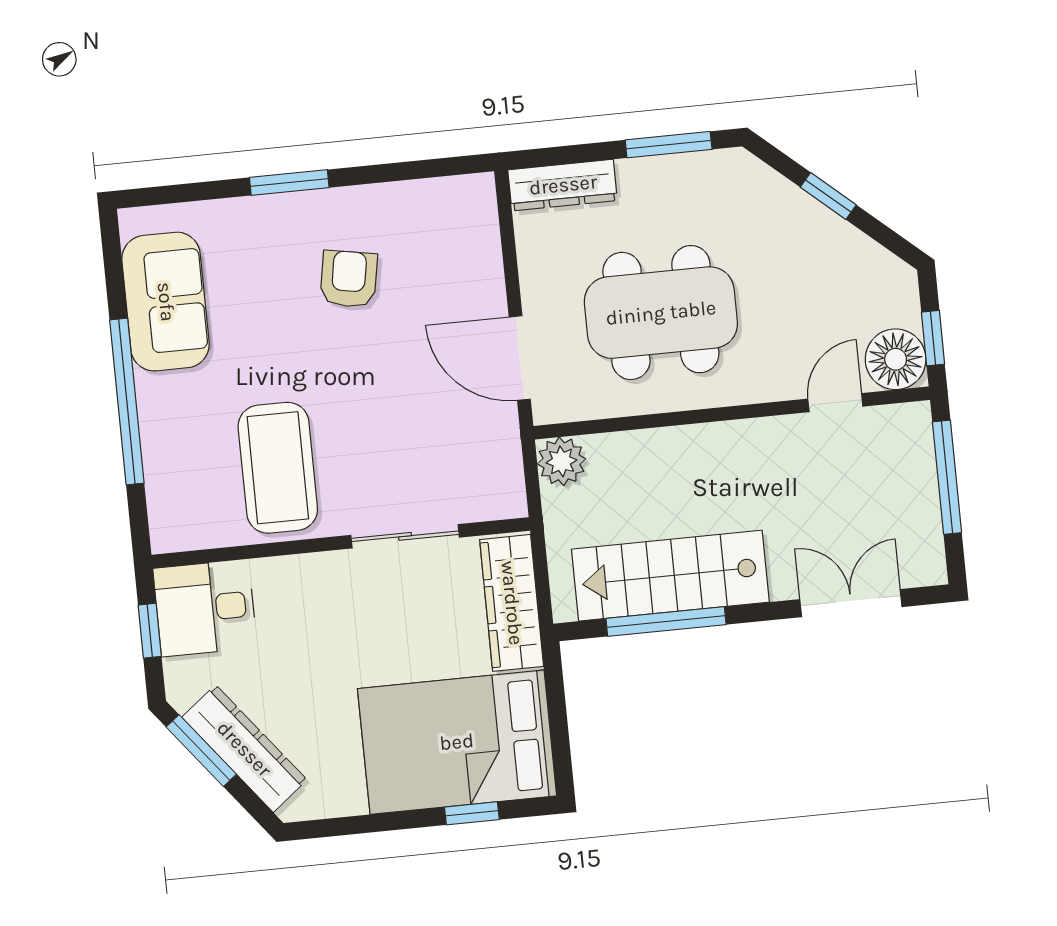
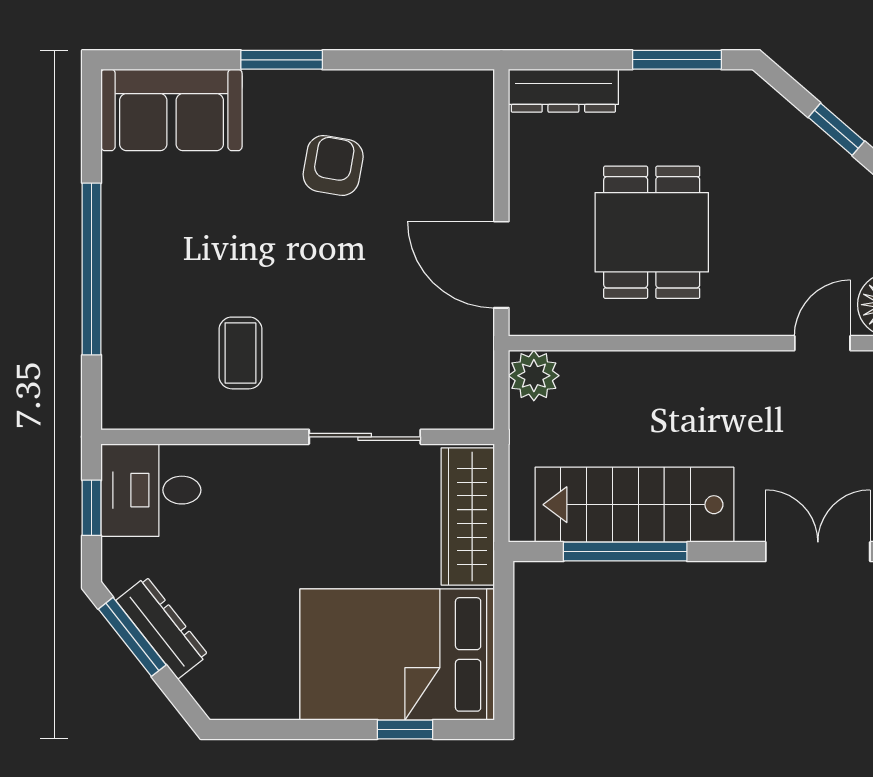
sofa: (166, 302) -> (172, 110), moved, turned 90
dining table: (661, 313) -> (652, 232), width x0.73
coffee table: (278, 468) -> (240, 353), width x0.54, depth x0.58
dresser: (244, 749) -> (162, 628), width x0.73, depth x0.80

